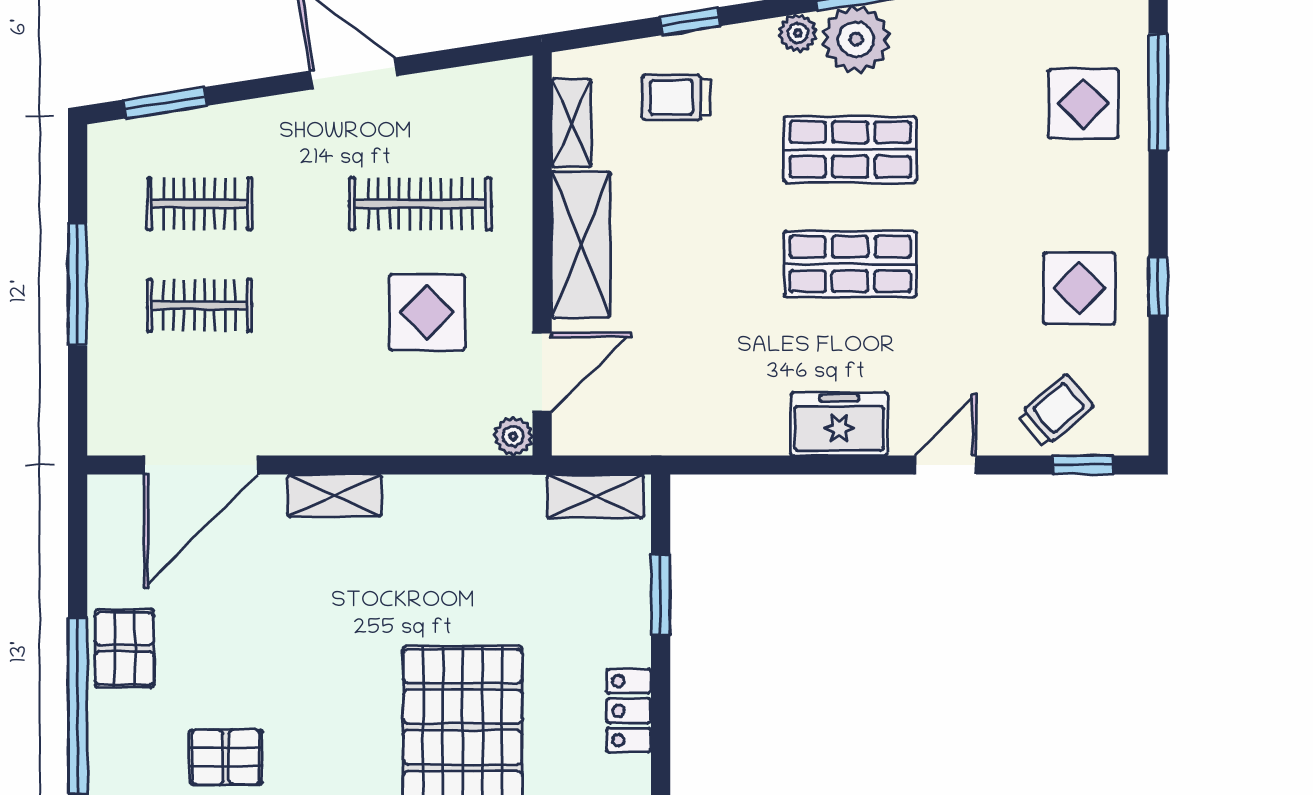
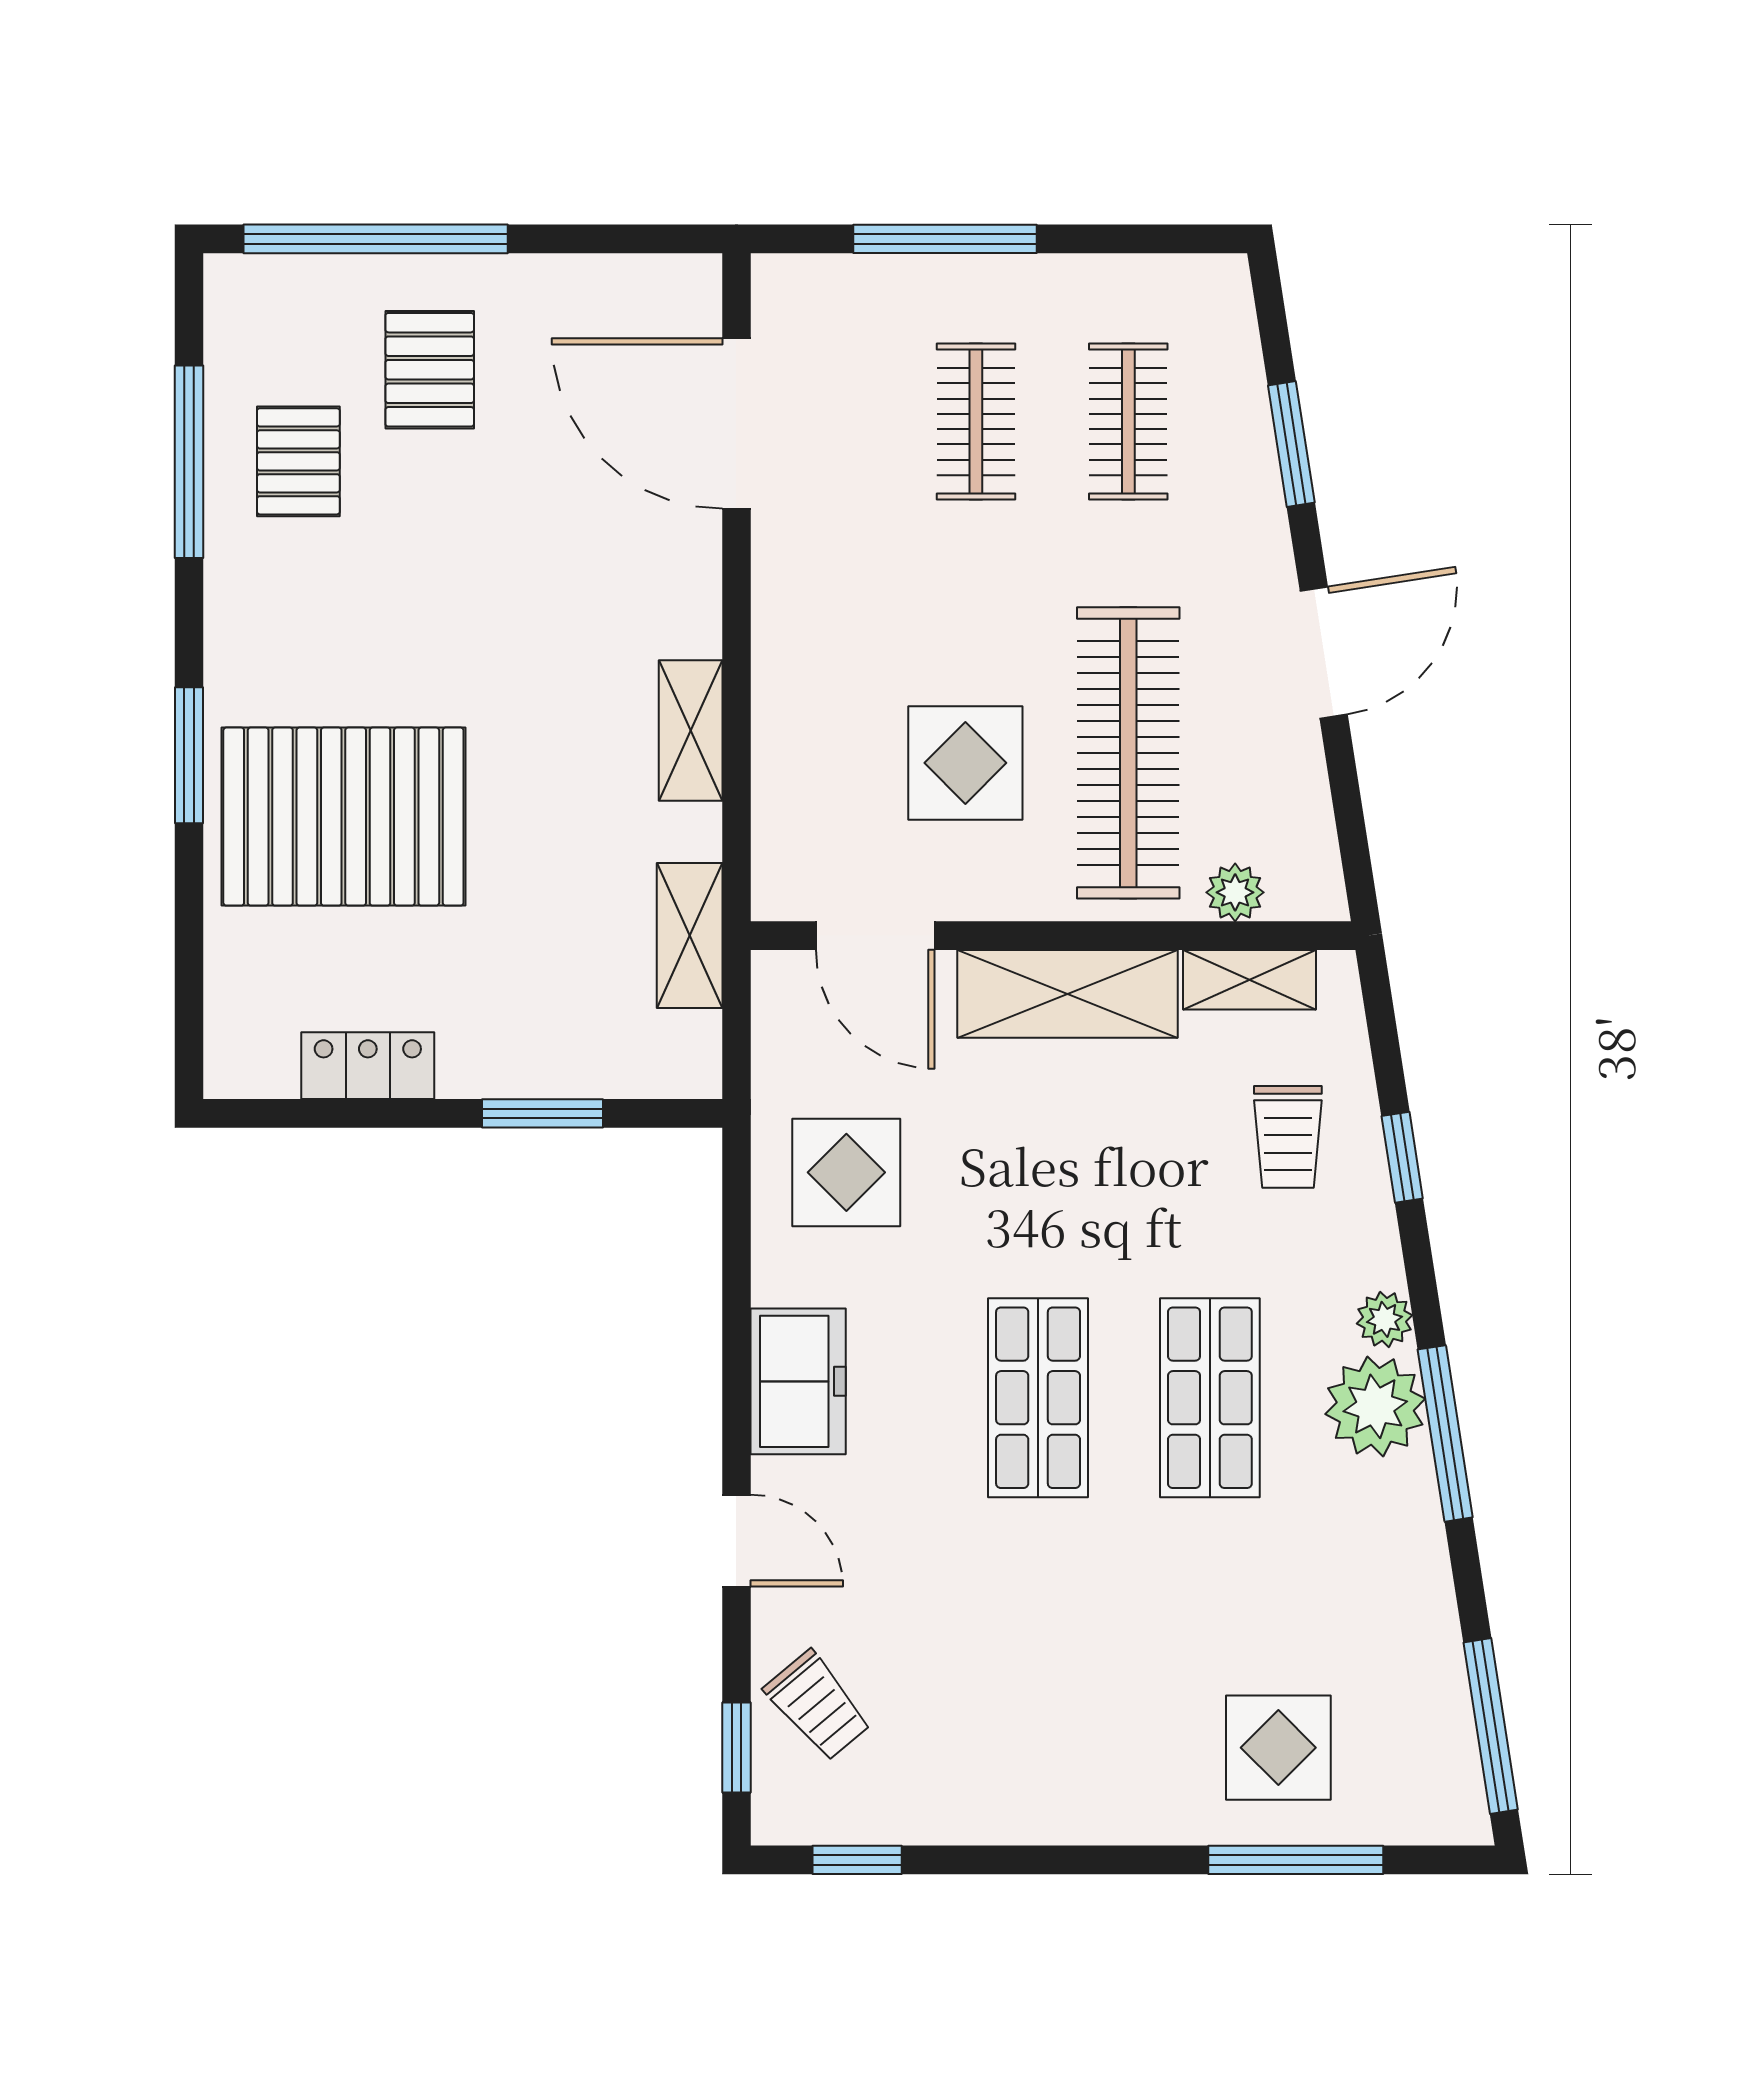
trolley: (676, 97) -> (1288, 1137), turned 180
window: (165, 103) -> (1291, 444), moved
clothes rail: (420, 204) -> (1128, 753), width x1.37, depth x1.31
window: (78, 284) -> (945, 239), moved
window: (1158, 287) -> (857, 1860), moved
display table: (1079, 288) -> (846, 1172), moved
plant: (513, 436) -> (1235, 892), moved
shelving: (334, 496) -> (691, 731), moved
shelving: (595, 496) -> (690, 935), moved
pallet: (125, 648) -> (430, 370), moved, turned 90

